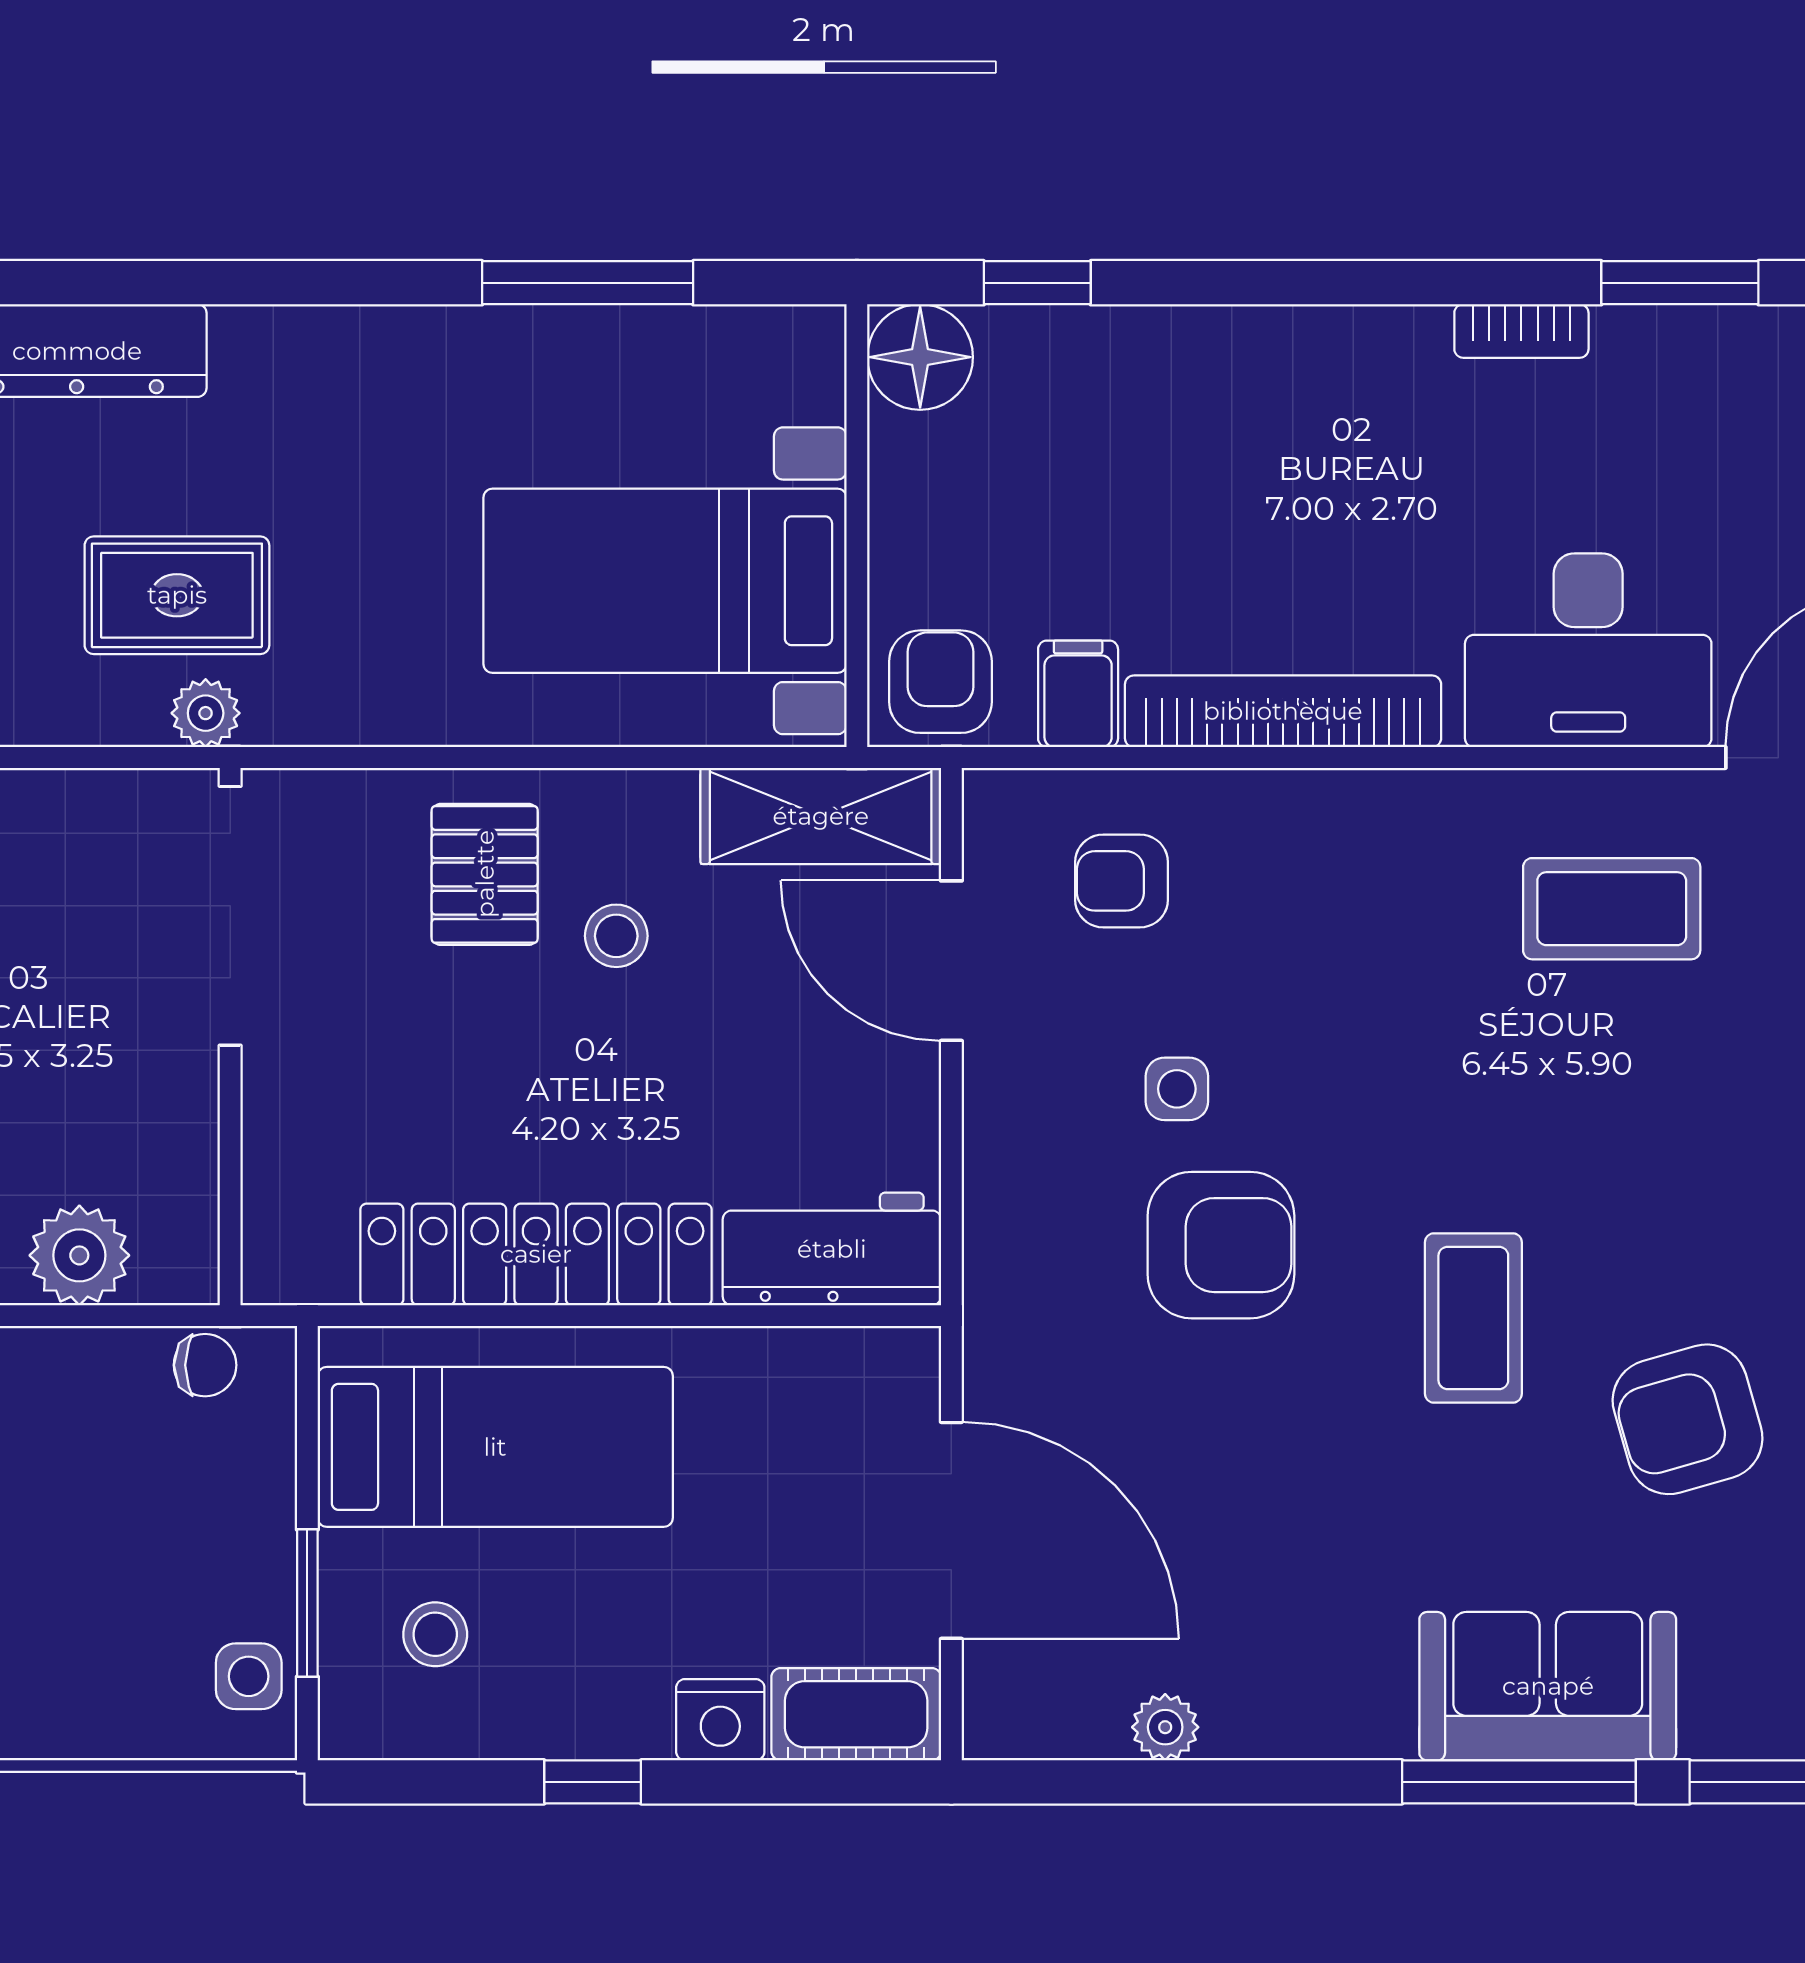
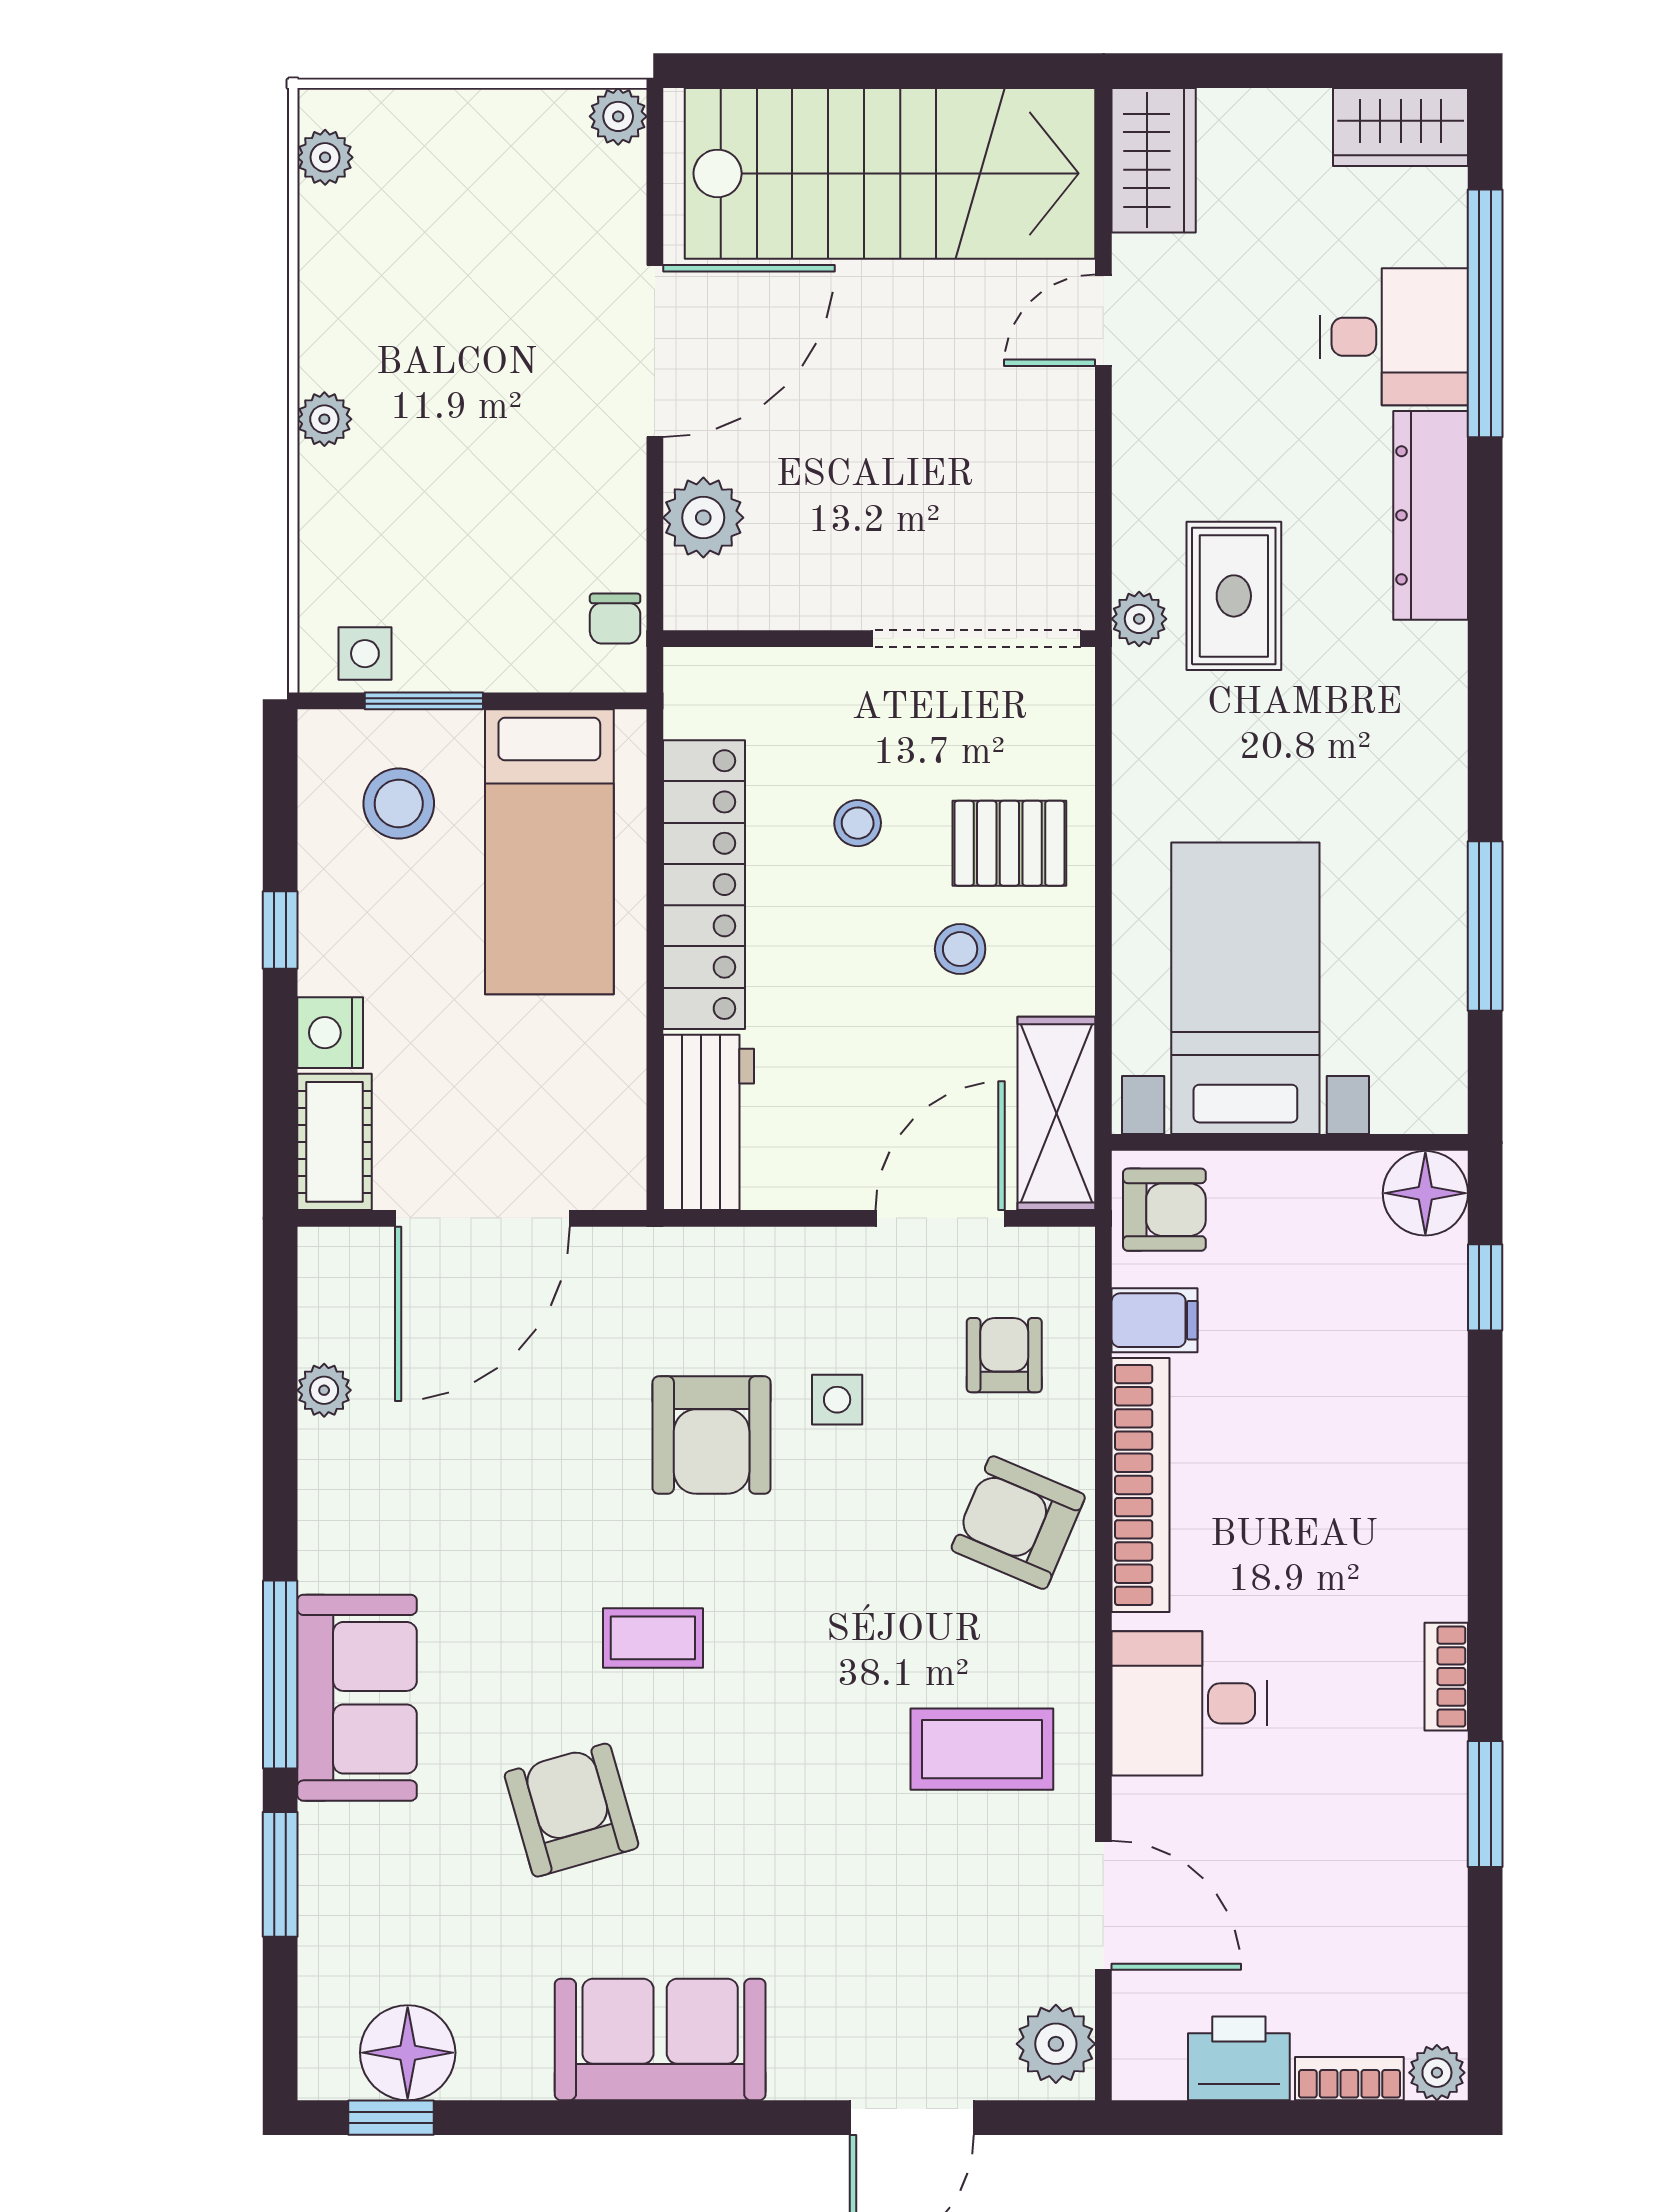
desk: (1588, 650) -> (1190, 1703), width x0.73
armchair: (1330, 864) -> (1018, 1523), added
coffee table: (1612, 909) -> (982, 1749), turned 90
stool: (460, 1063) -> (858, 823), added
coffee table: (1473, 1318) -> (653, 1638), width x0.73, depth x0.77
stool: (435, 1634) -> (399, 804), width x1.37, depth x1.37

